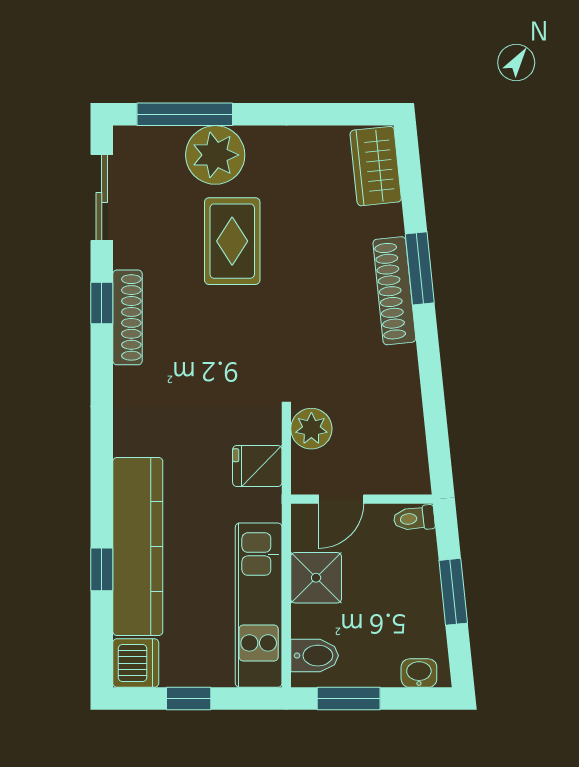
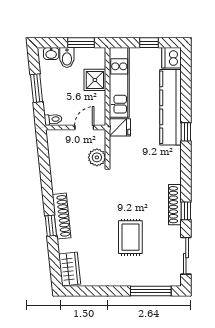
plant: (215, 155) -> (138, 274), removed
window: (420, 268) -> (51, 226), width x0.67
fridge: (257, 466) -> (120, 127), moved
window: (102, 569) -> (186, 132), moved
shower: (316, 578) -> (95, 80), moved
bidet: (315, 656) -> (67, 58), moved, turned -90

